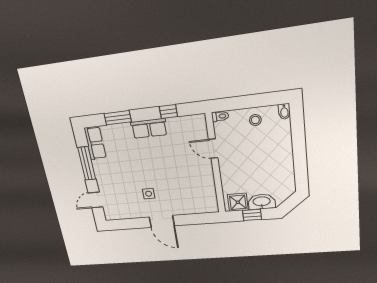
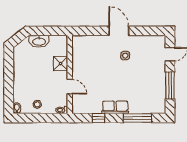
window: (118, 118) -> (137, 118), width x1.44
row of seats: (95, 143) -> (159, 101), removed
shower: (238, 202) -> (61, 63), moved
window: (252, 215) -> (47, 31), removed

